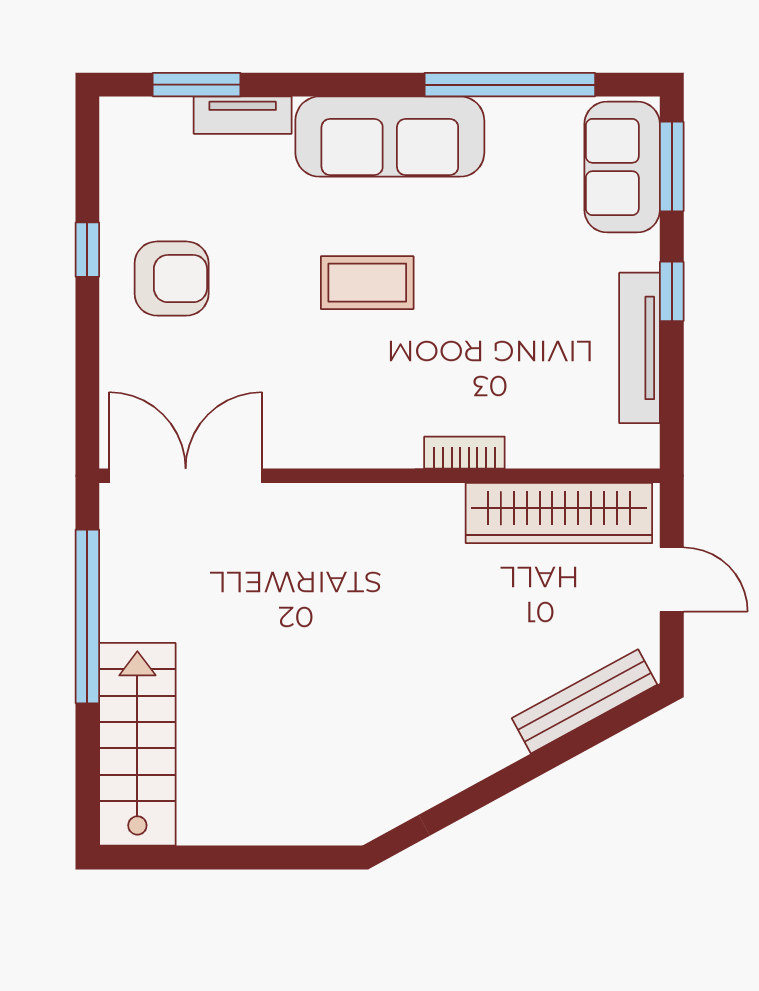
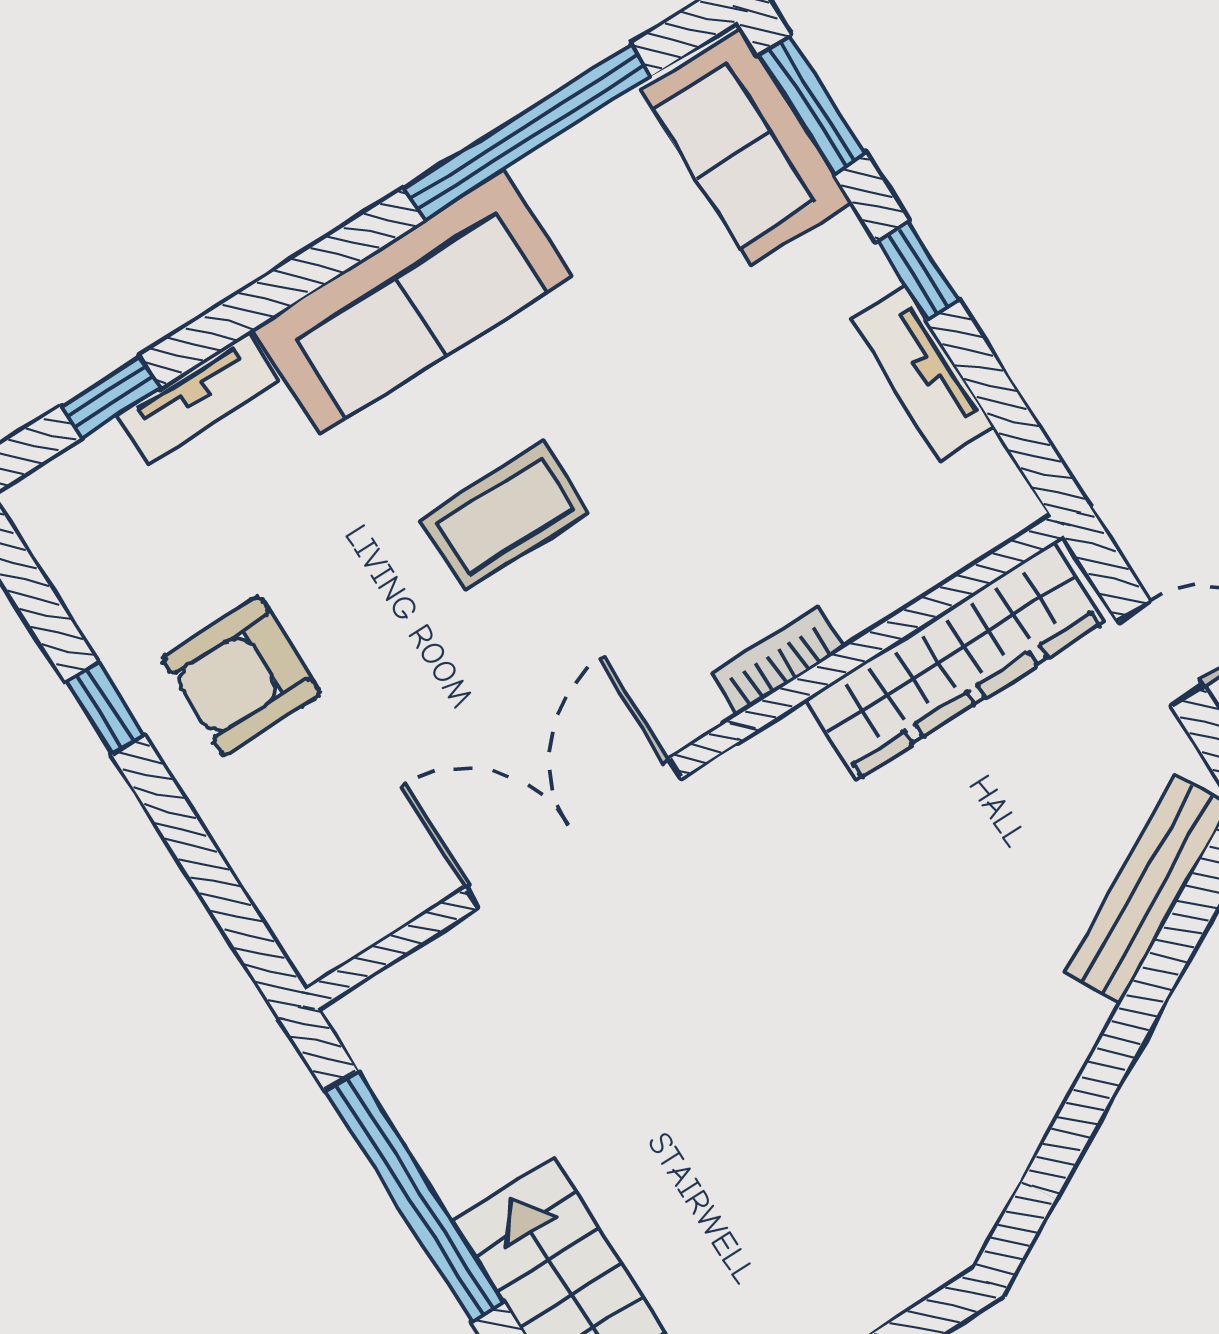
window: (197, 85) -> (111, 397), width x0.67
armchair: (172, 279) -> (241, 676), turned 180
tv unit: (640, 348) -> (922, 373), width x0.71
double door: (186, 476) -> (573, 833), moved

